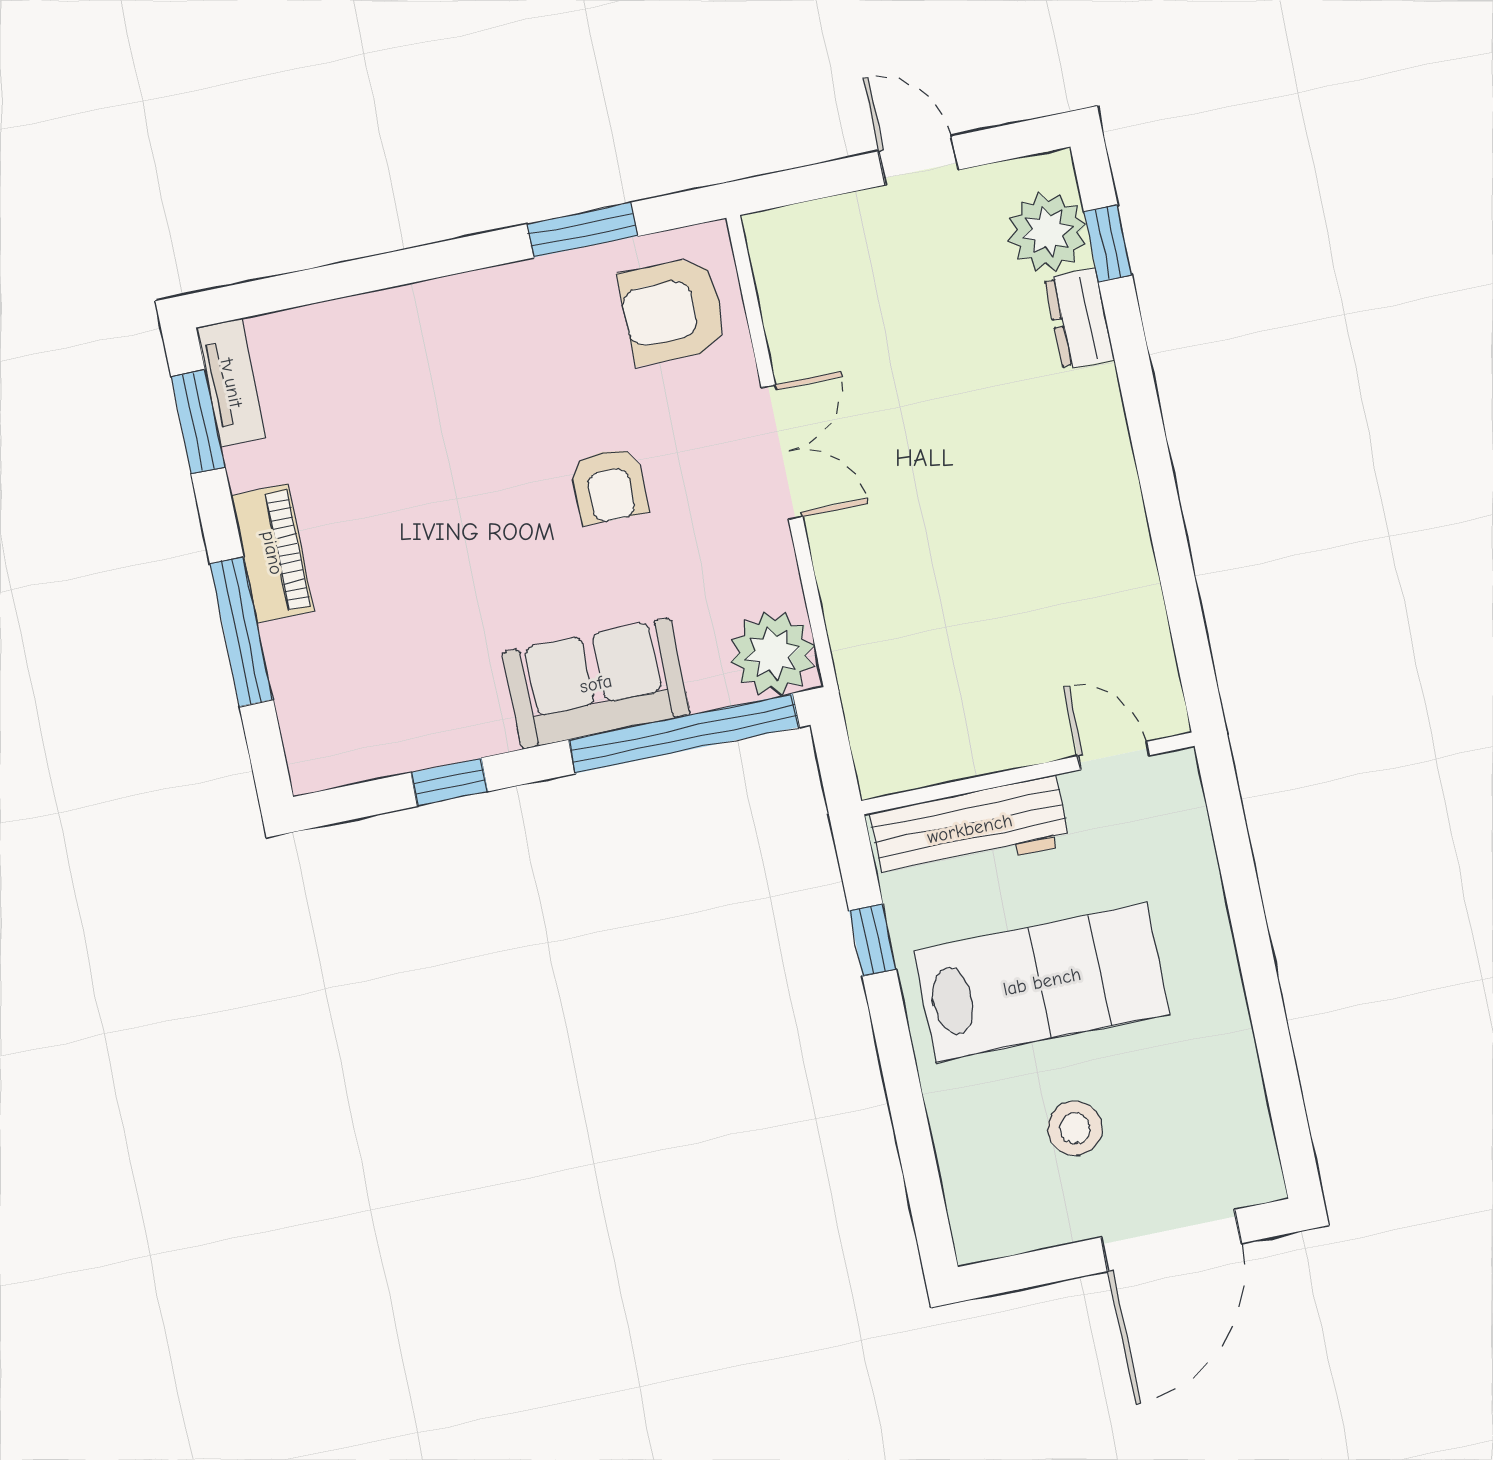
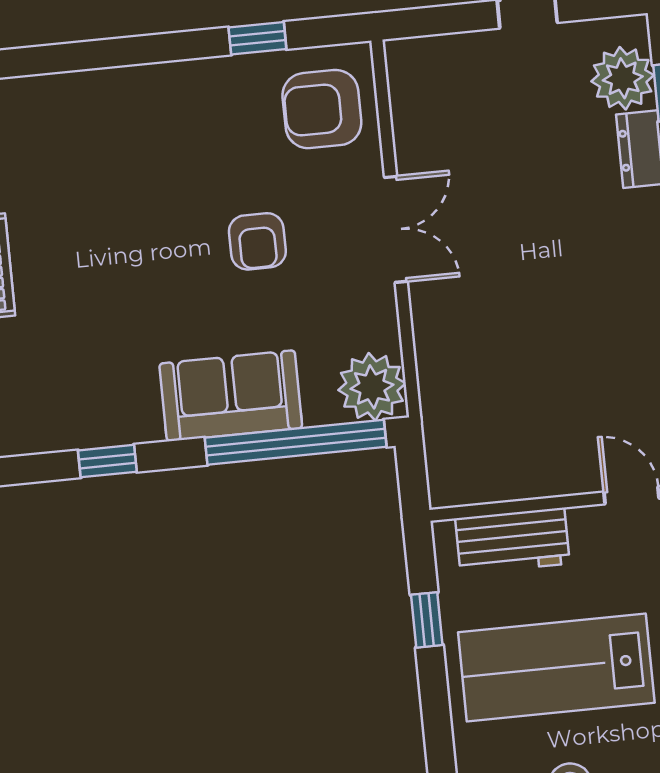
window: (582, 230) -> (257, 38), width x0.67
workbench: (970, 829) -> (512, 541), width x0.73
lab bench: (1042, 982) -> (556, 667), turned 180

